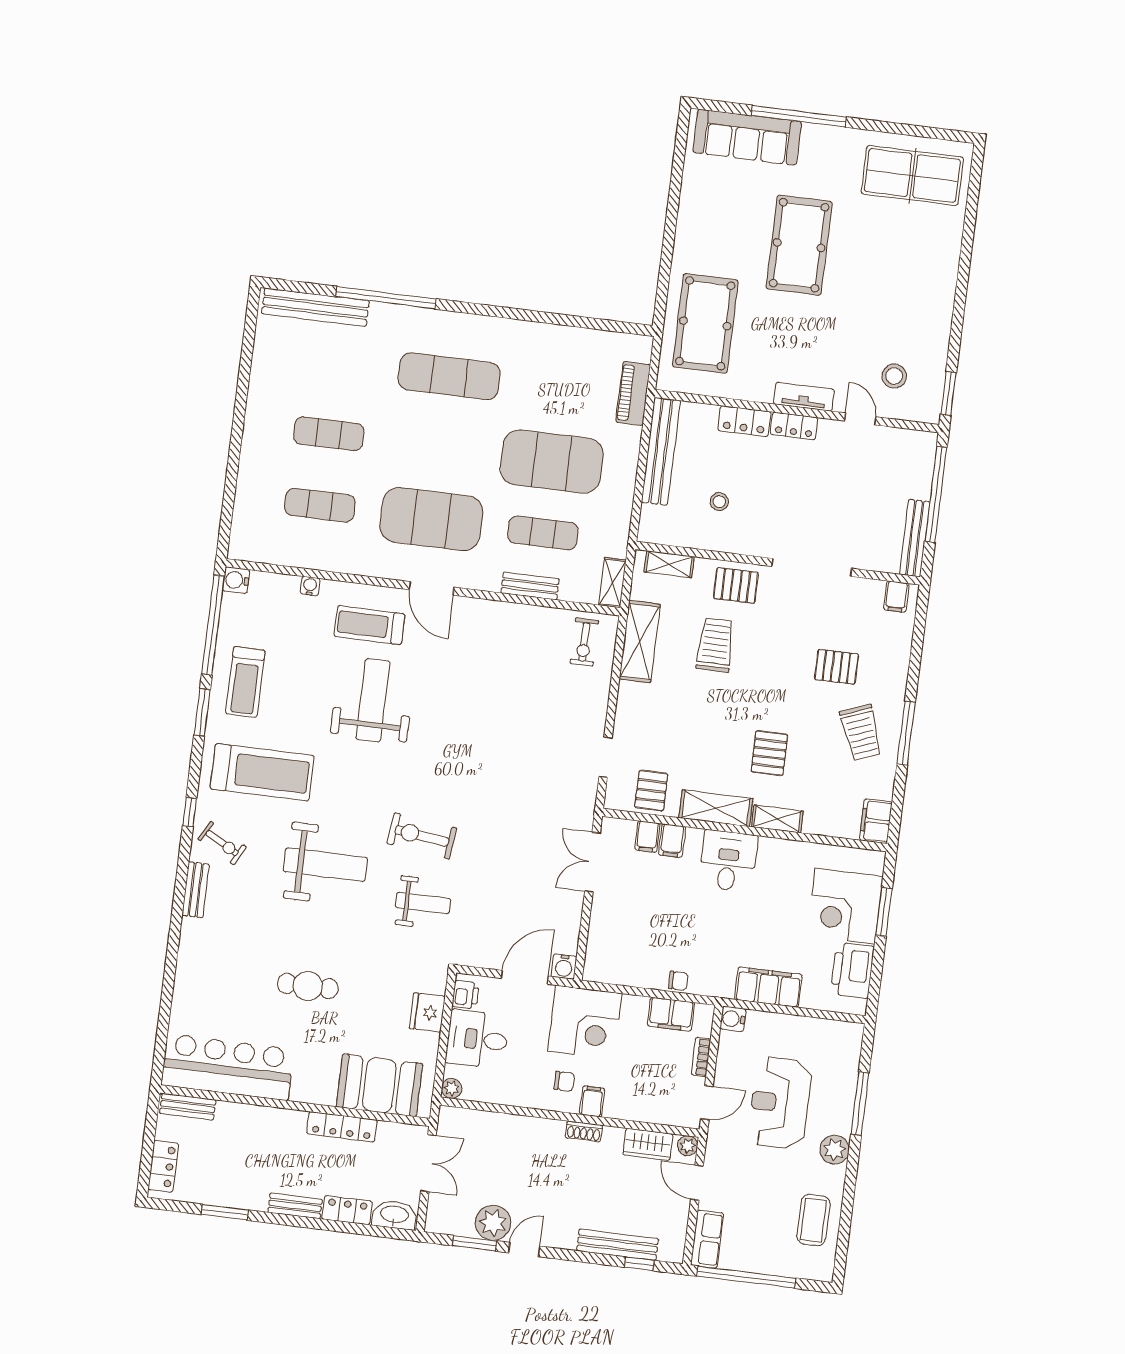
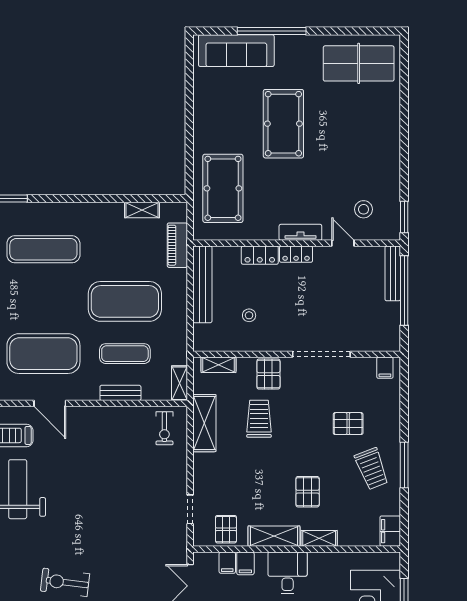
shelving: (591, 339) -> (142, 210), added
bench: (915, 538) -> (393, 273), moved
pallet: (736, 585) -> (268, 374), turned 90

